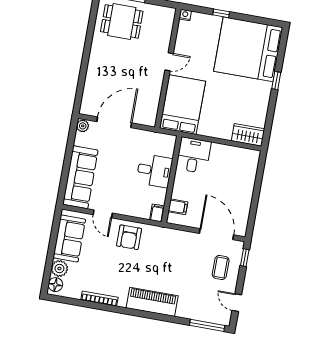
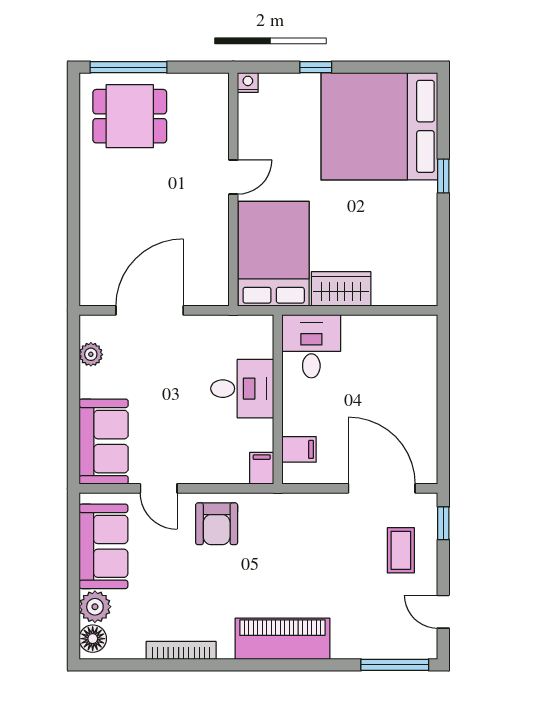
plant: (83, 126) -> (91, 354), moved
wardrobe: (248, 135) -> (341, 289), moved
sofa: (80, 177) -> (104, 442), width x0.73

